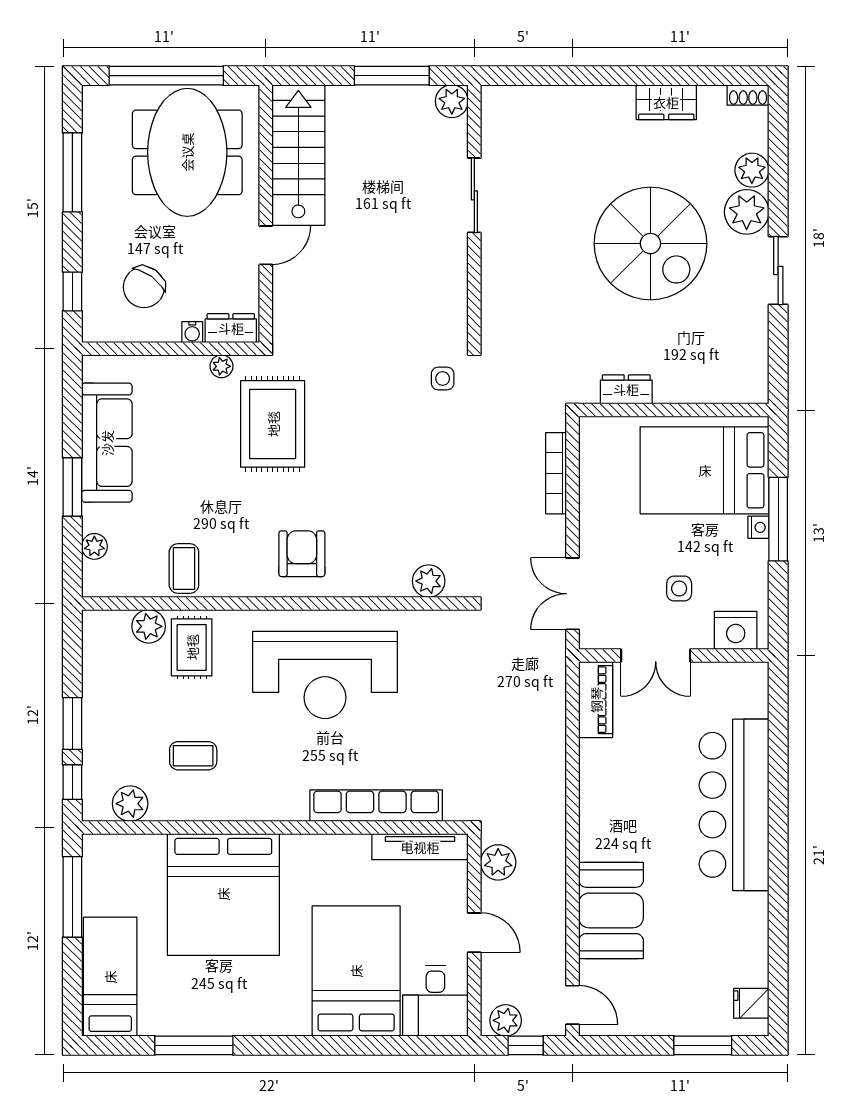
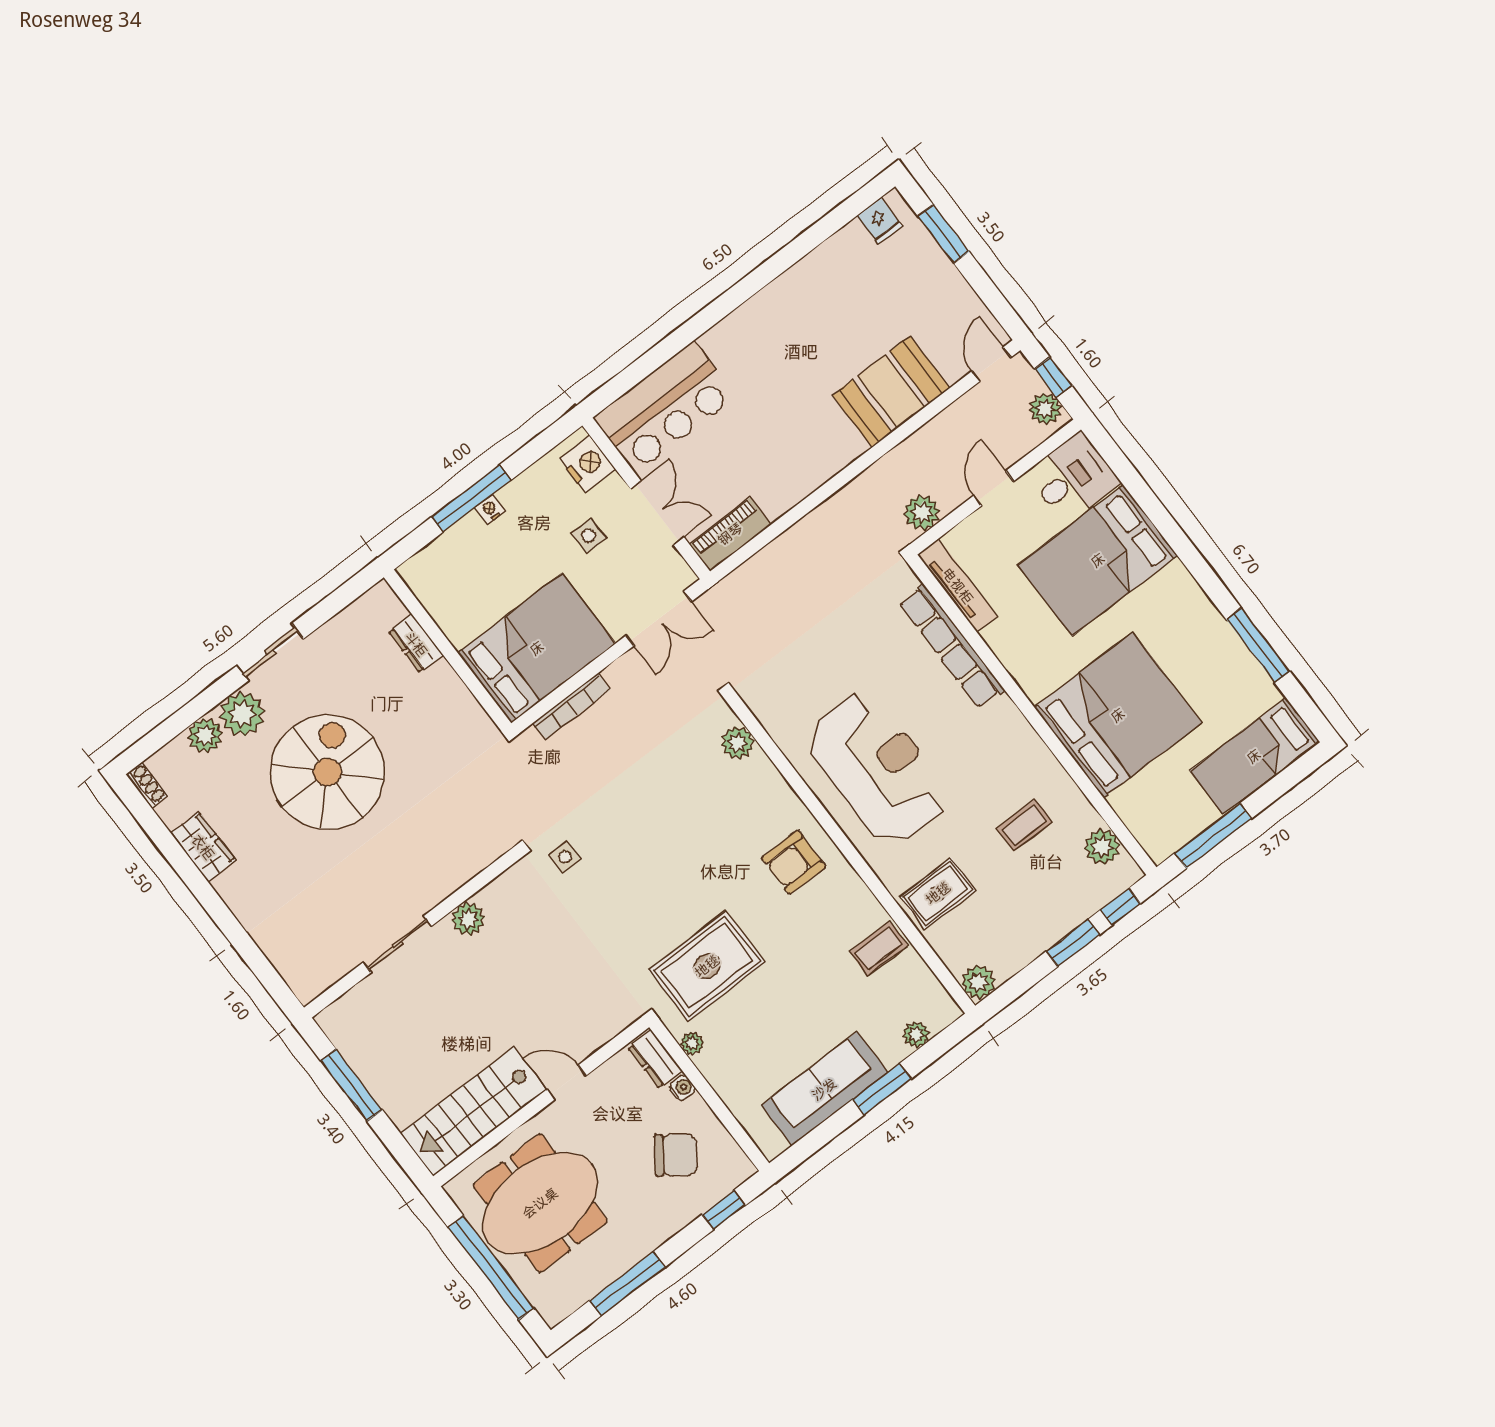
plant: (452, 101) -> (468, 919), moved
dresser: (626, 389) -> (416, 644), moved
bed: (705, 470) -> (537, 648), moved, turned -90
plant: (149, 626) -> (978, 982), moved
coffee table: (193, 756) -> (1024, 825), turned 90
bar counter: (734, 805) -> (665, 407), moved, width x0.73

